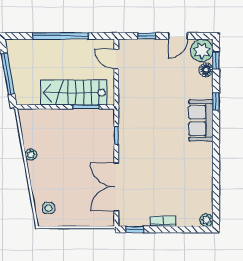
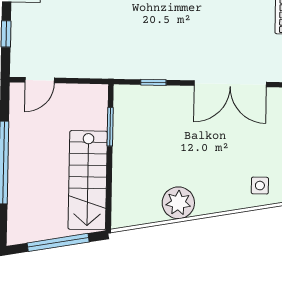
stairs: (74, 93) -> (88, 180), moved
plant: (31, 154) -> (178, 203), width x1.88, depth x1.88

